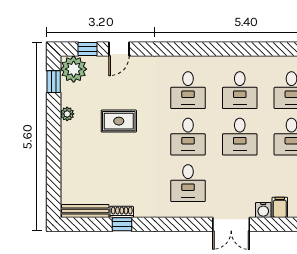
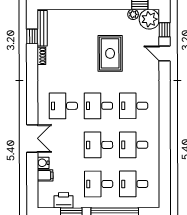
plant: (67, 114) -> (133, 14), moved
rug: (119, 121) -> (110, 53), width x1.36, depth x1.43
window: (122, 224) -> (32, 36), moved
double door: (231, 224) -> (32, 138), swing flipped

